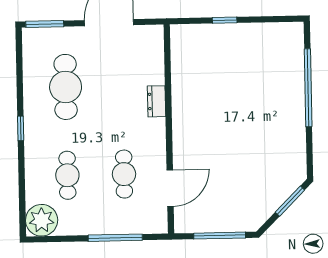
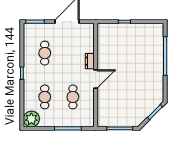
cafe table: (66, 87) -> (45, 53), width x0.73, depth x0.74
door: (170, 188) -> (96, 79), moved

